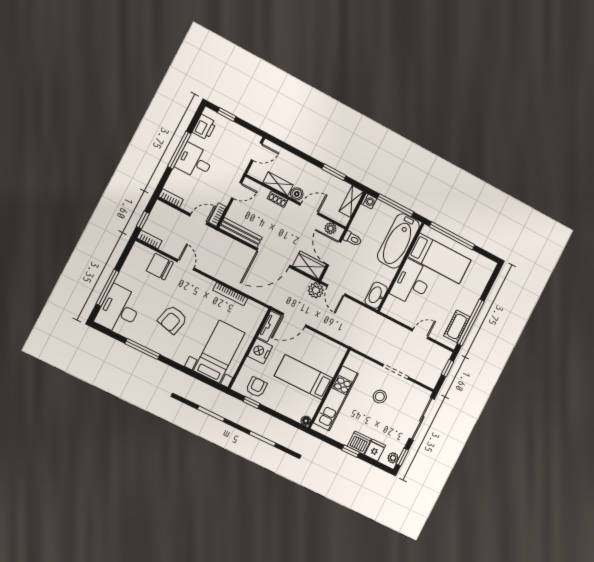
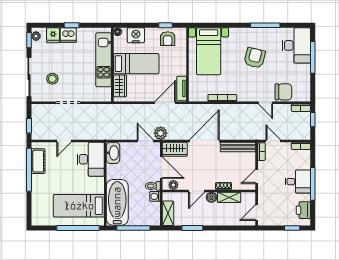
washing machine: (369, 201) -> (155, 196), moved
door: (199, 219) -> (273, 141), swing flipped
desk: (412, 283) -> (91, 159), moved
nightstand: (260, 351) -> (136, 35), moved, turned -90
wardrobe: (333, 362) -> (120, 86), added
stool: (380, 397) -> (52, 79), moved

